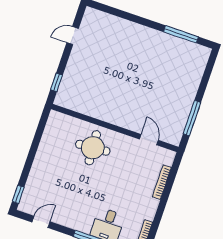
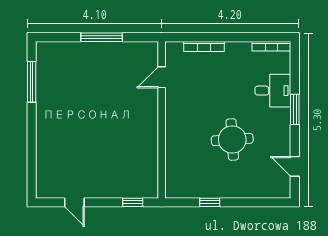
window: (192, 118) -> (102, 37), moved
round table: (93, 148) -> (232, 140), moved
window: (18, 194) -> (210, 202), moved

